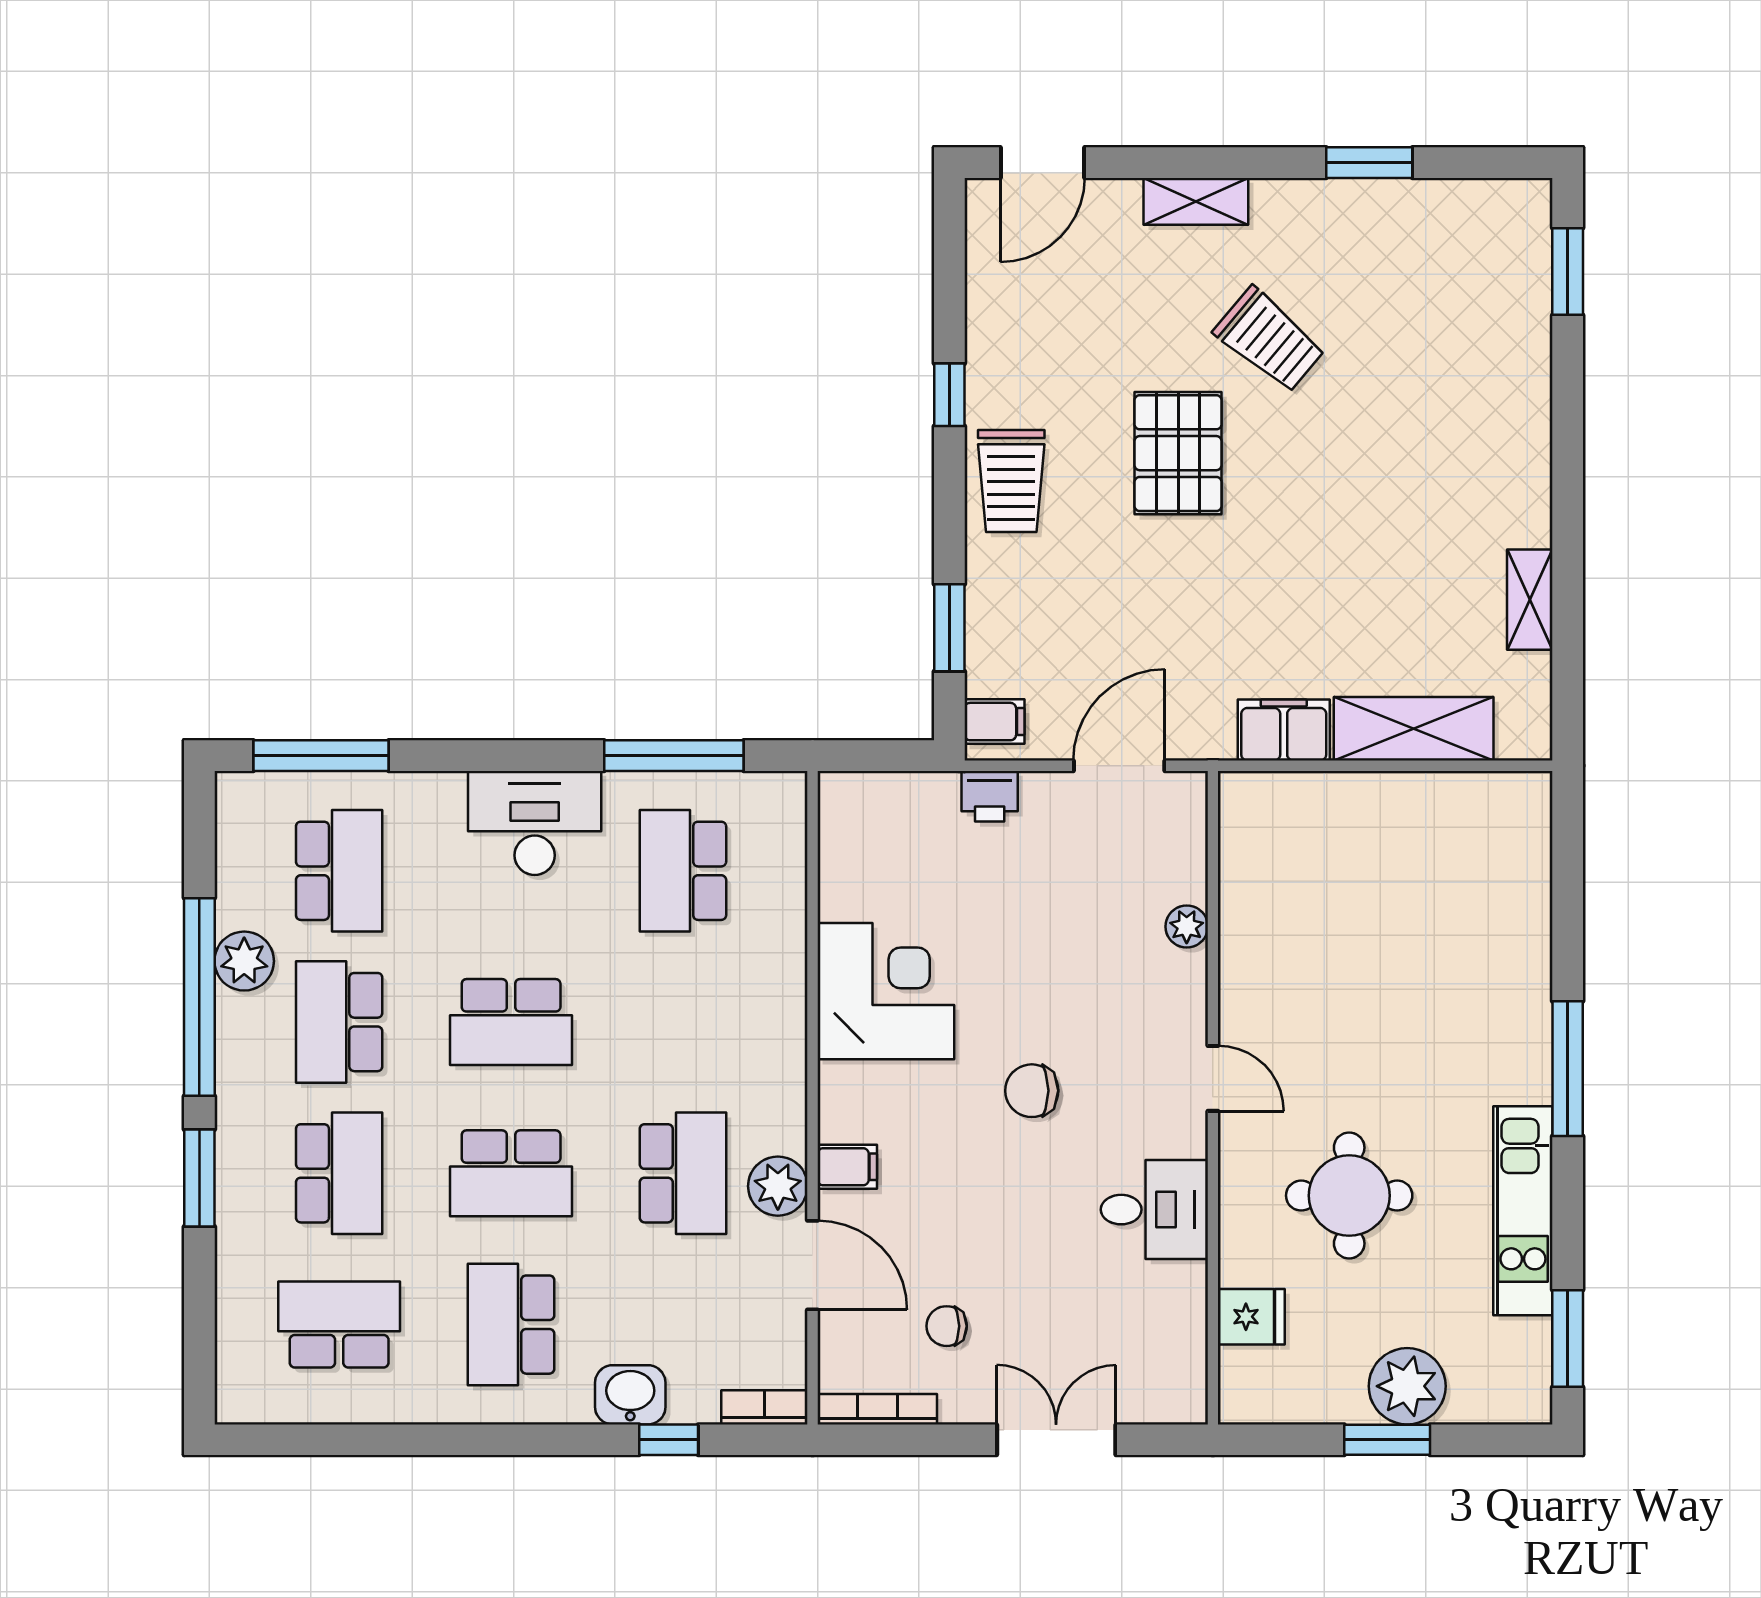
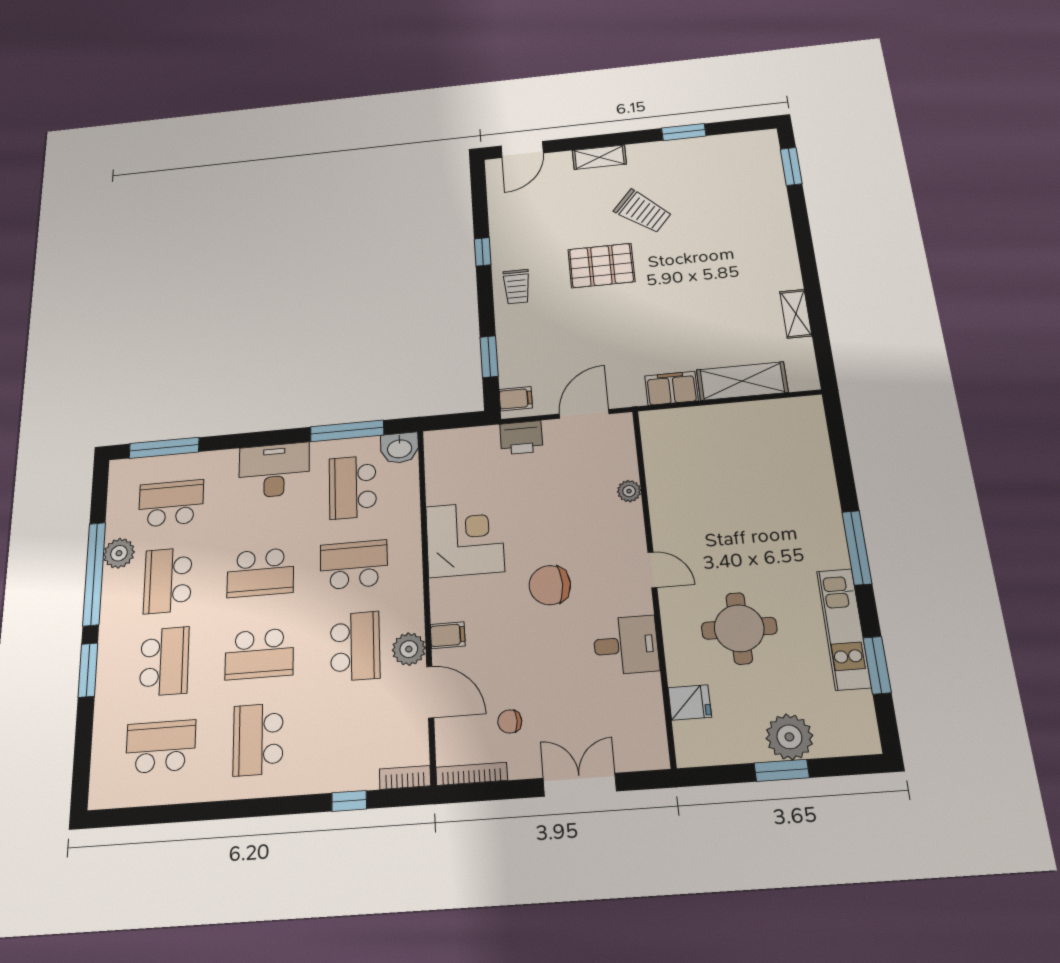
pallet: (1178, 453) -> (601, 266), turned 90
trolley: (1011, 481) -> (517, 287), width x0.73, depth x0.72
printer: (990, 796) -> (521, 438), width x1.36, depth x1.24
school desk: (339, 871) -> (171, 503), turned -90
school desk: (683, 1022) -> (354, 565), added
chair: (1032, 1091) -> (550, 585), width x1.37, depth x1.37
window: (1568, 1339) -> (877, 665), moved
washbasin: (630, 1395) -> (400, 448), moved, turned 180

